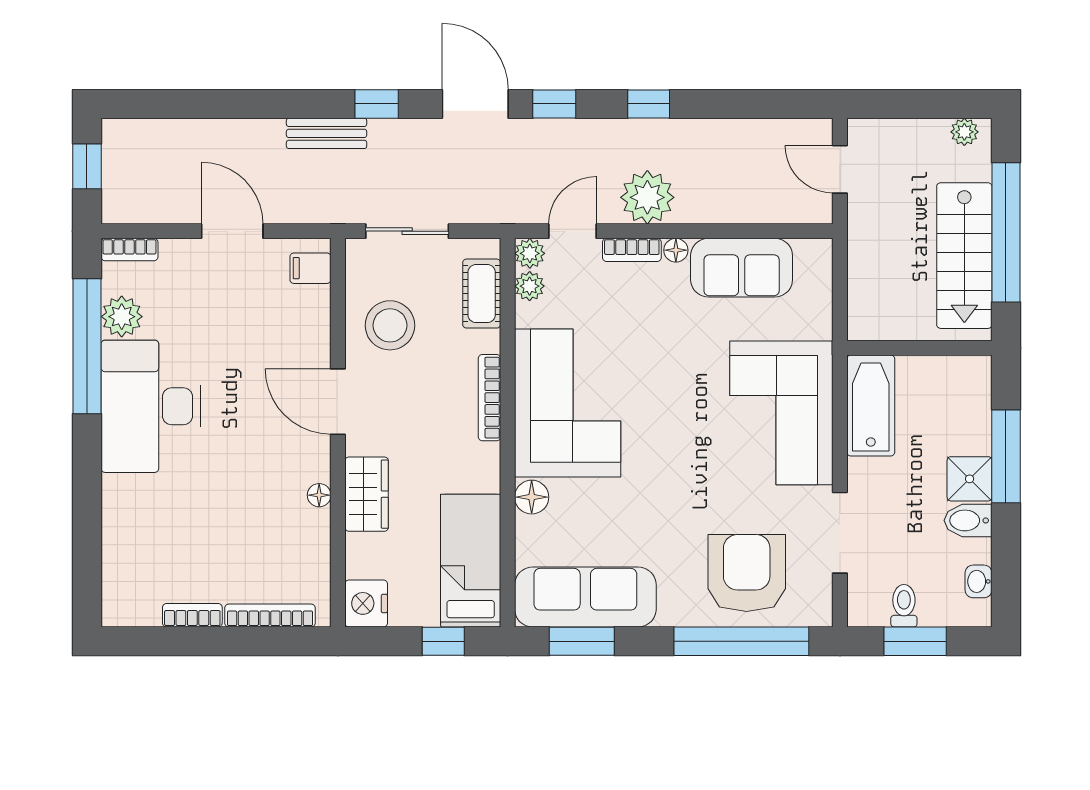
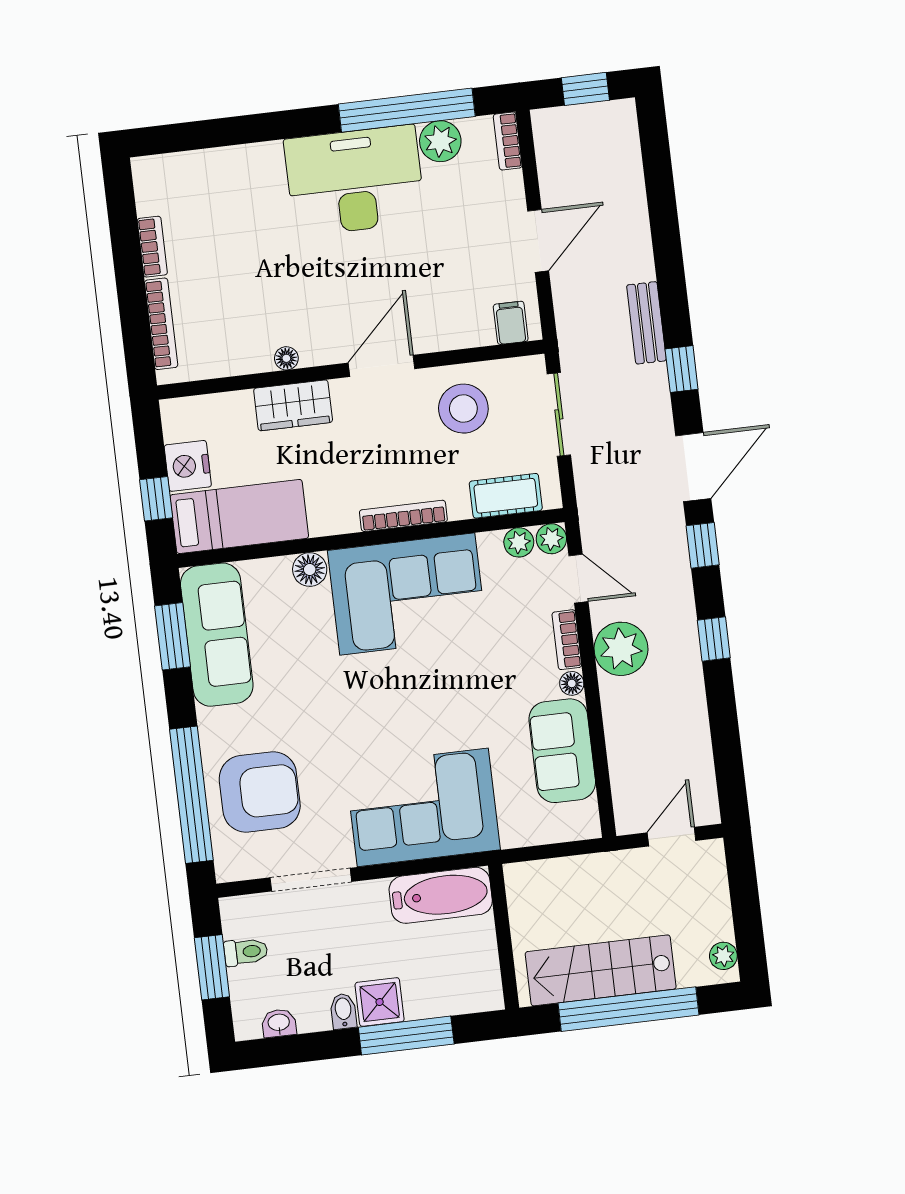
bidet: (968, 520) -> (343, 1011), width x0.72, depth x0.74
nightstand: (366, 603) -> (188, 466), moved, turned -90

